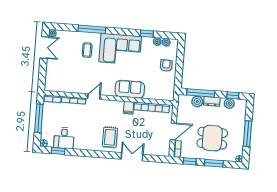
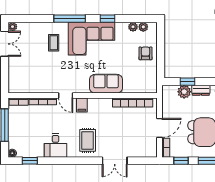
window: (92, 29) -> (70, 19), moved
window: (147, 34) -> (108, 19), moved
window: (201, 93) -> (188, 82), width x0.46
door: (94, 97) -> (66, 96), swing flipped
filing cabinet: (129, 108) -> (82, 105), moved
desk: (64, 138) -> (56, 145), moved
double door: (132, 157) -> (115, 161), swing flipped

